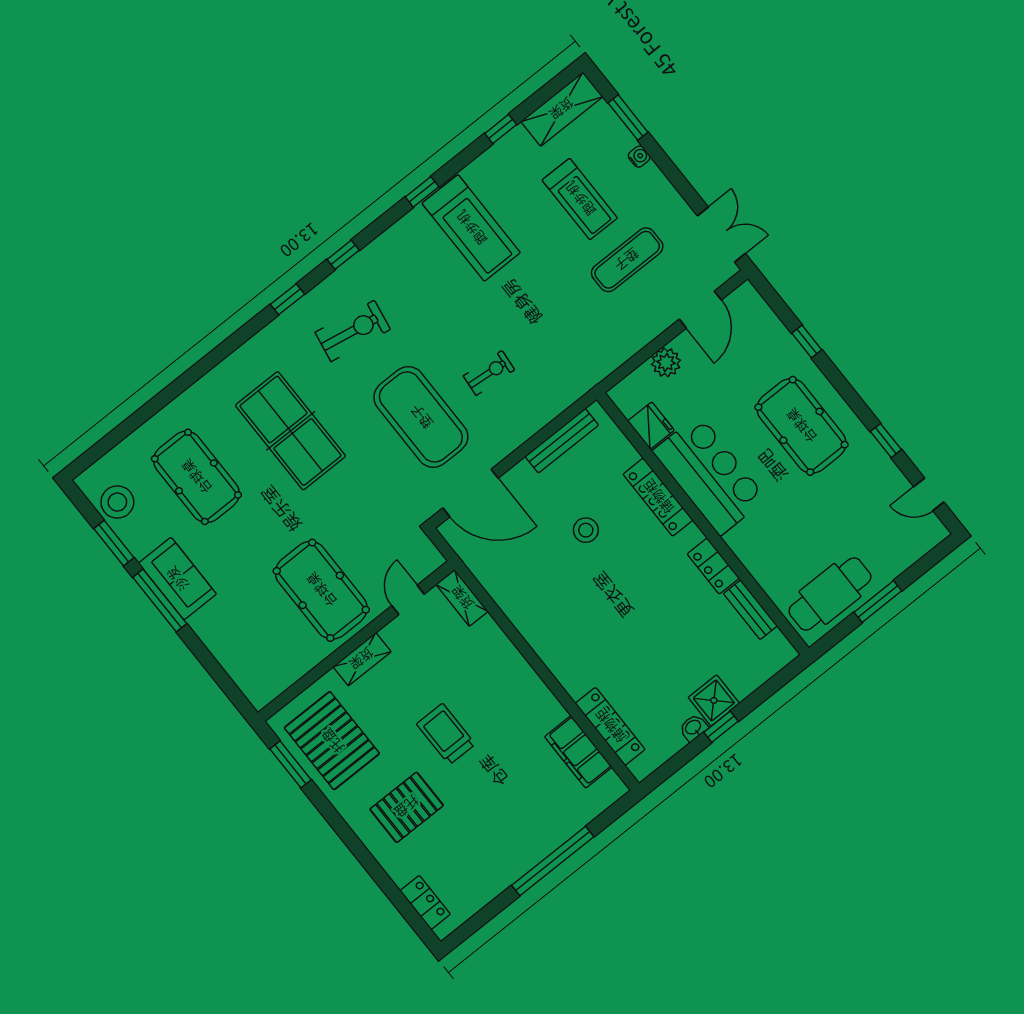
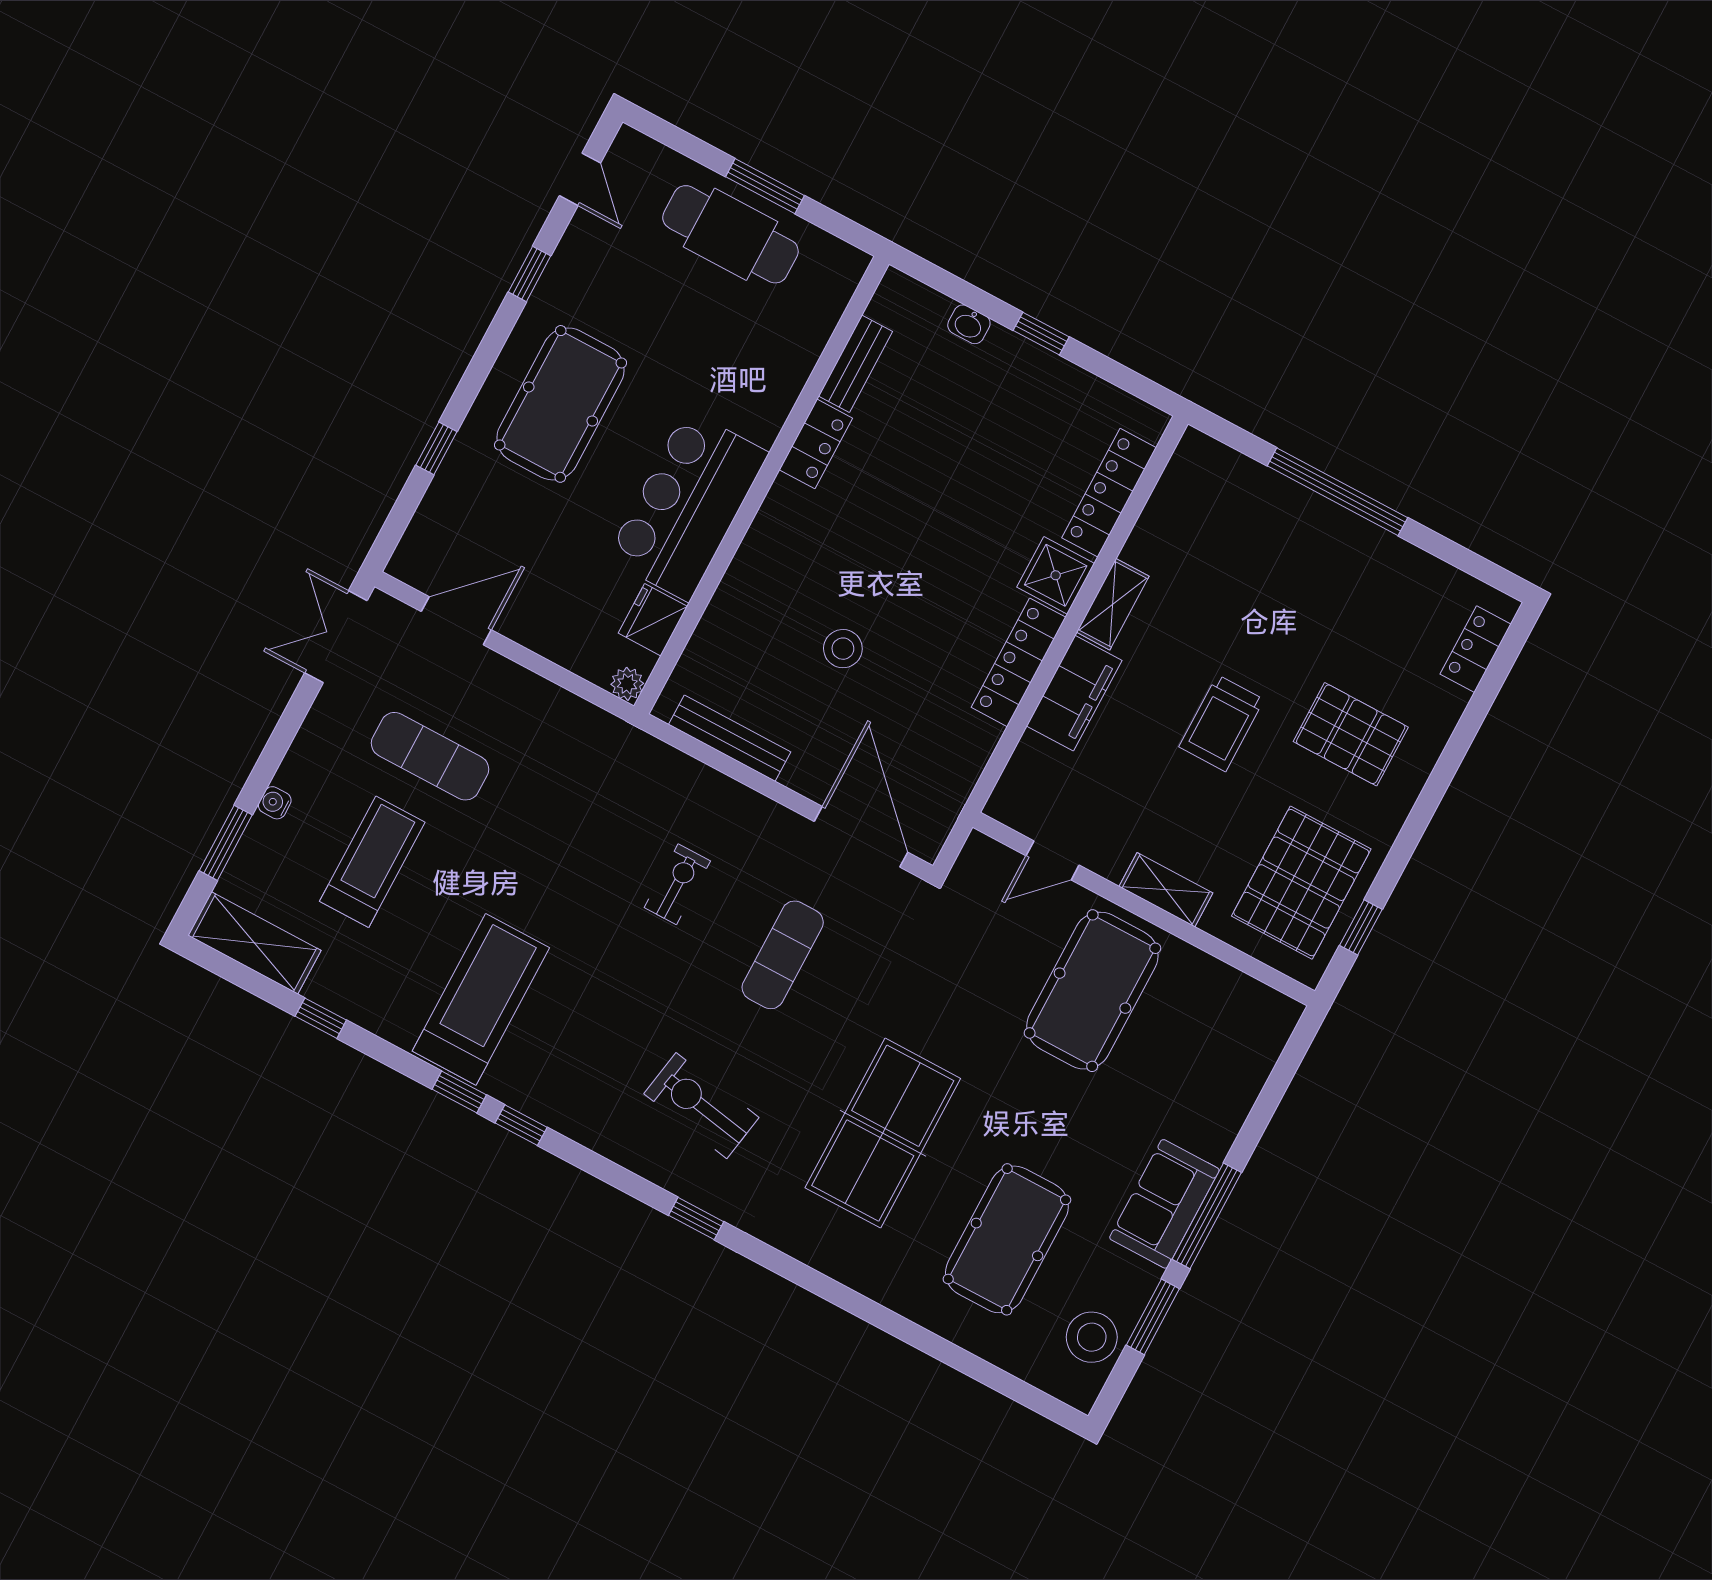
window: (343, 255) -> (521, 1125), moved
plant: (666, 362) -> (627, 684), moved, width x0.73, depth x0.73
exercise bike: (489, 373) -> (677, 884), turned 85
exercise mat: (421, 417) -> (783, 955), width x0.50, depth x0.69
locker: (658, 497) -> (1019, 662), moved, turned 180
cafe table: (830, 594) -> (730, 234), moved
shelving: (462, 598) -> (1113, 604), moved
shower: (714, 700) -> (1056, 575), moved
washbasin: (693, 728) -> (969, 324), moved
filing cabinet: (578, 752) -> (1074, 693), moved
window: (290, 764) -> (1361, 927), width x0.67

